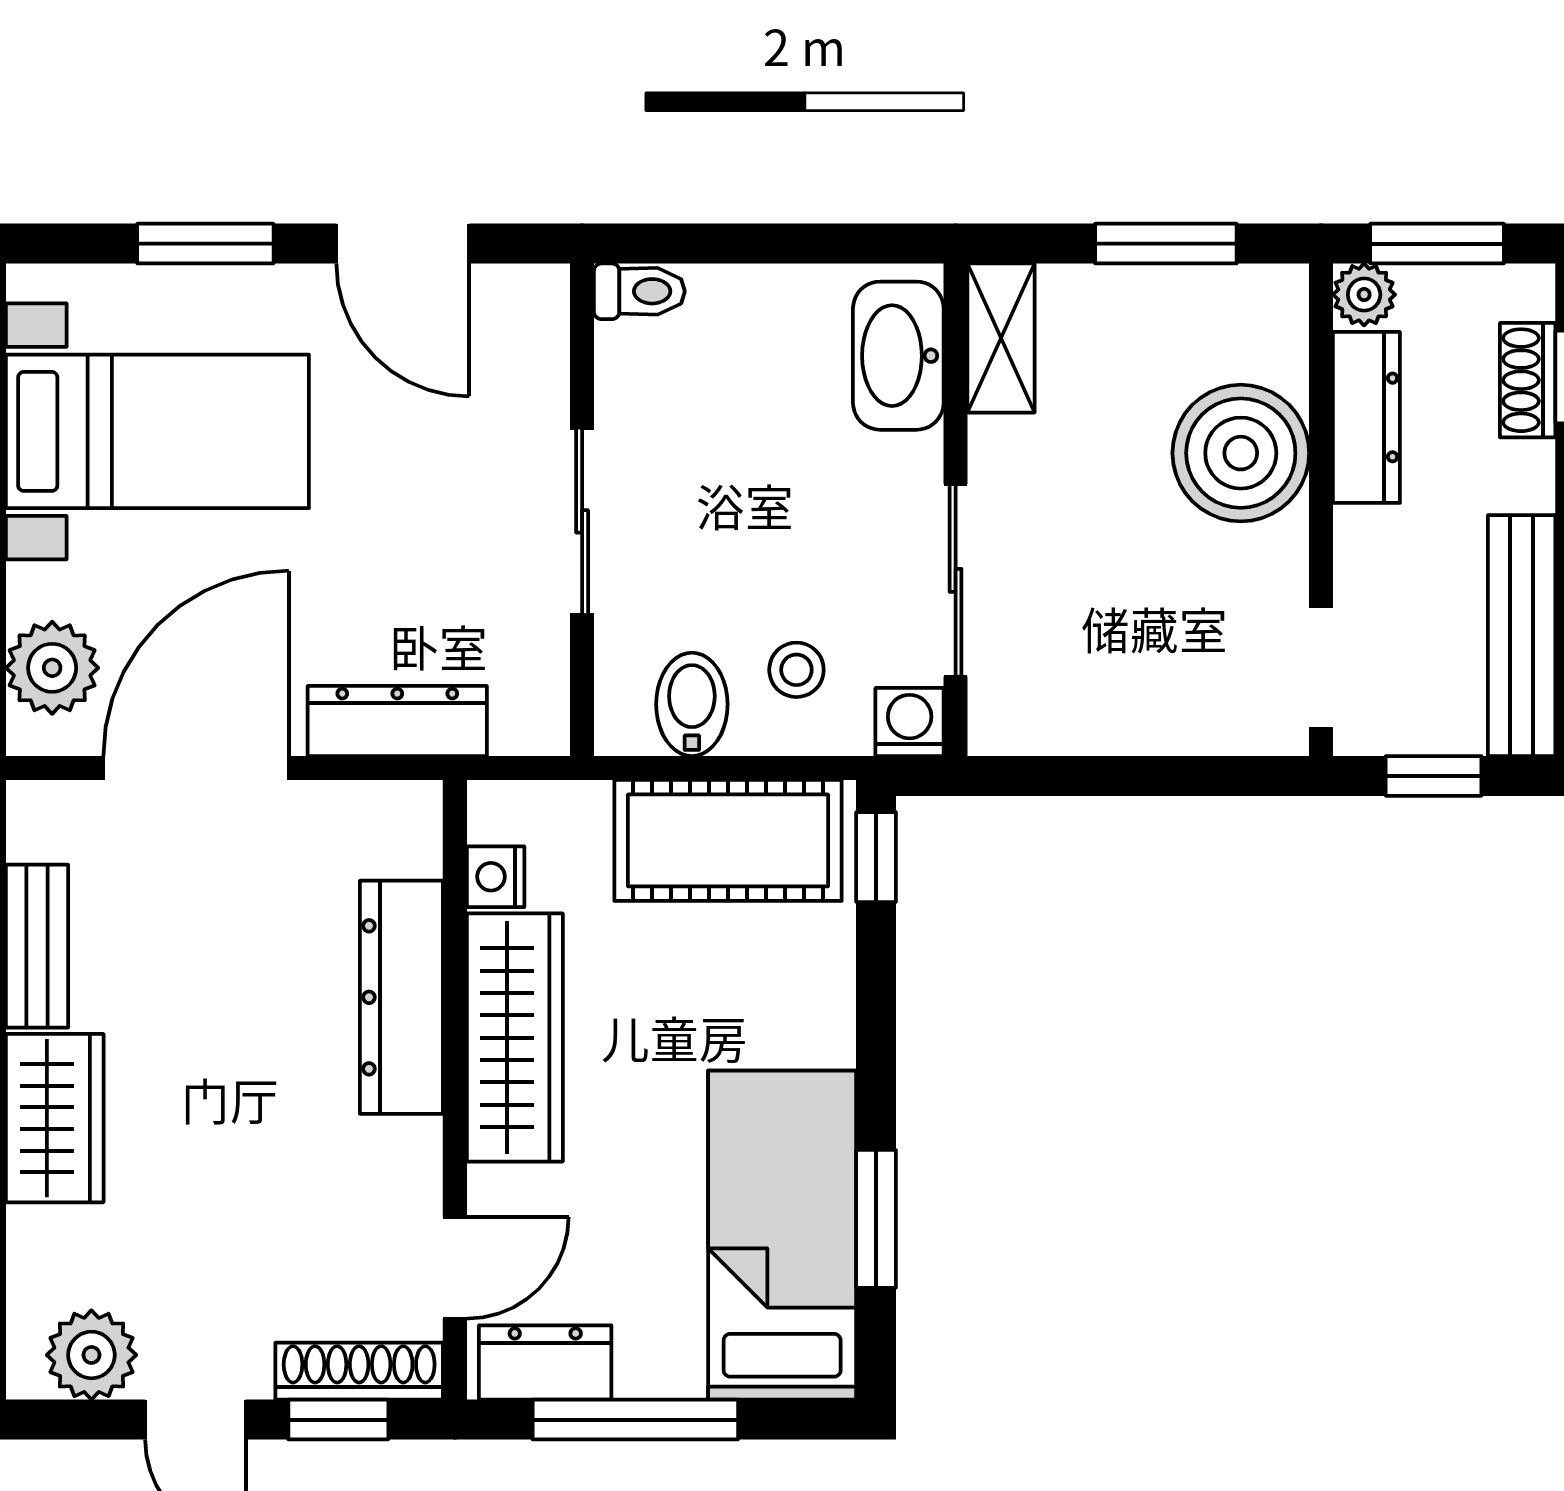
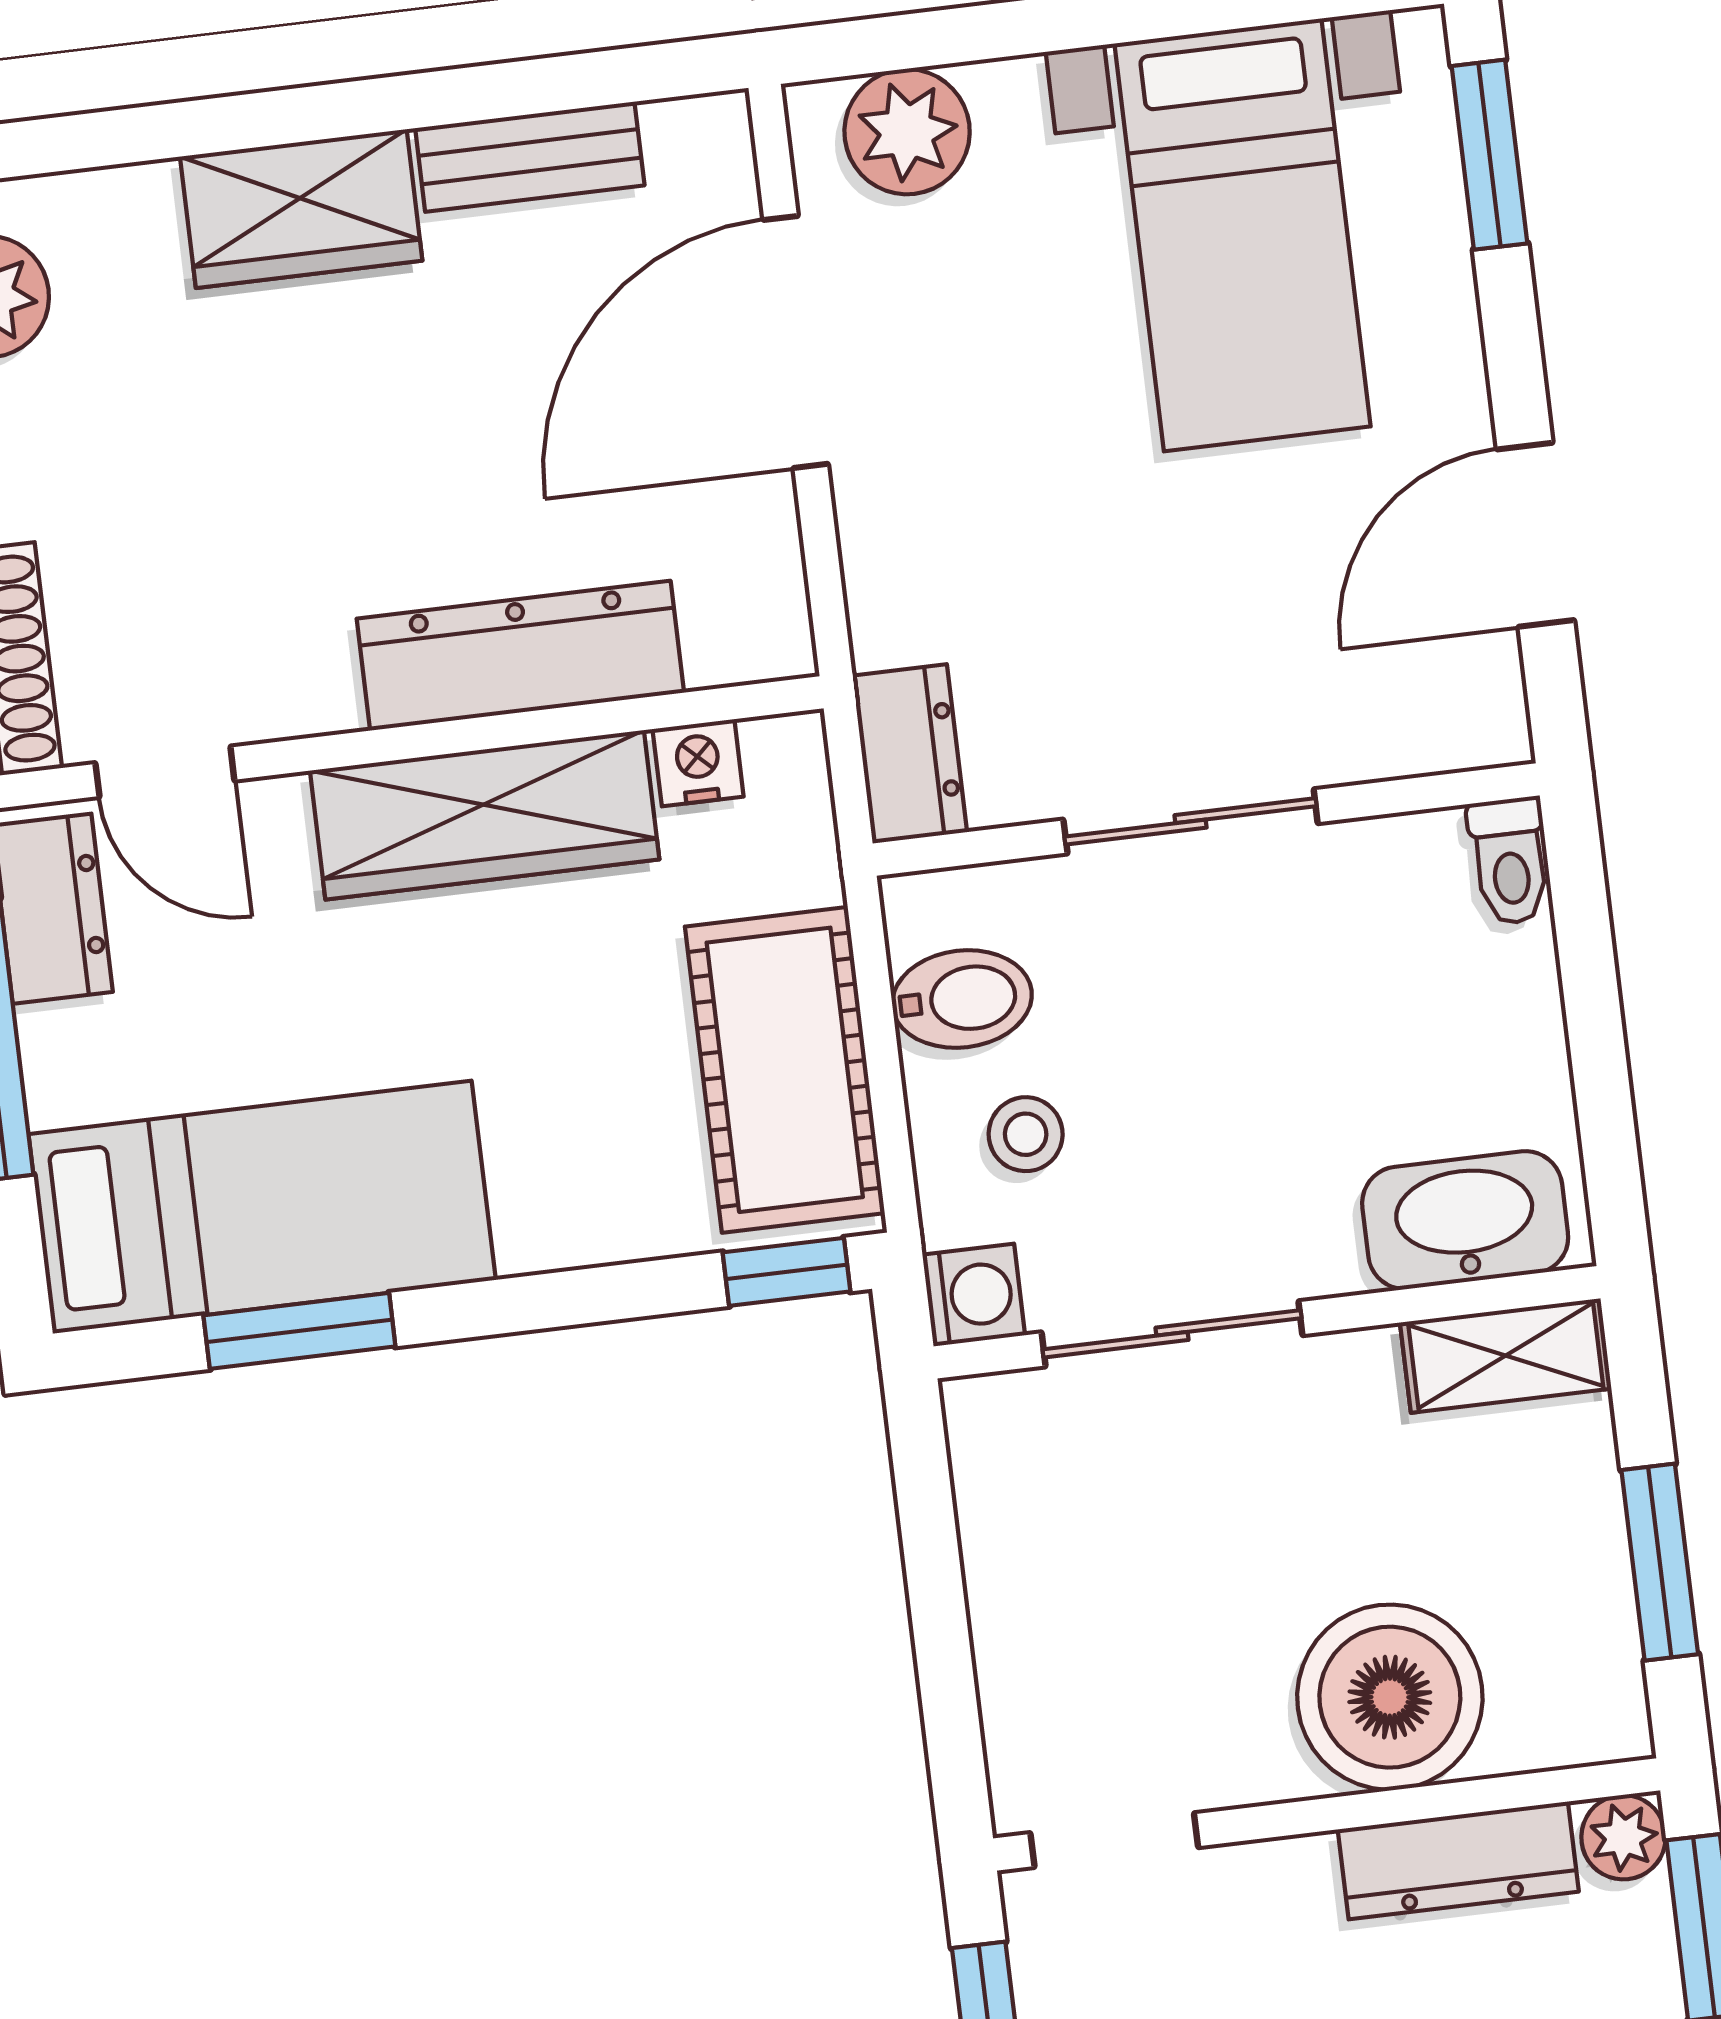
window: (205, 244) -> (1489, 155), moved
dresser: (397, 721) -> (910, 754), moved, width x0.70
door: (196, 768) -> (796, 342), swing flipped

